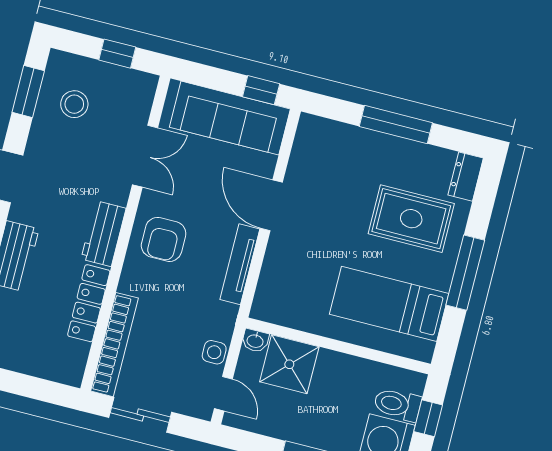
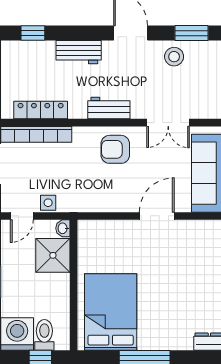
stool: (74, 104) -> (174, 57), moved
rug: (411, 219) -> (172, 312), removed
tv unit: (240, 264) -> (112, 205), removed
locker: (89, 303) -> (41, 110), moved
bed: (389, 304) -> (111, 312), width x1.50

